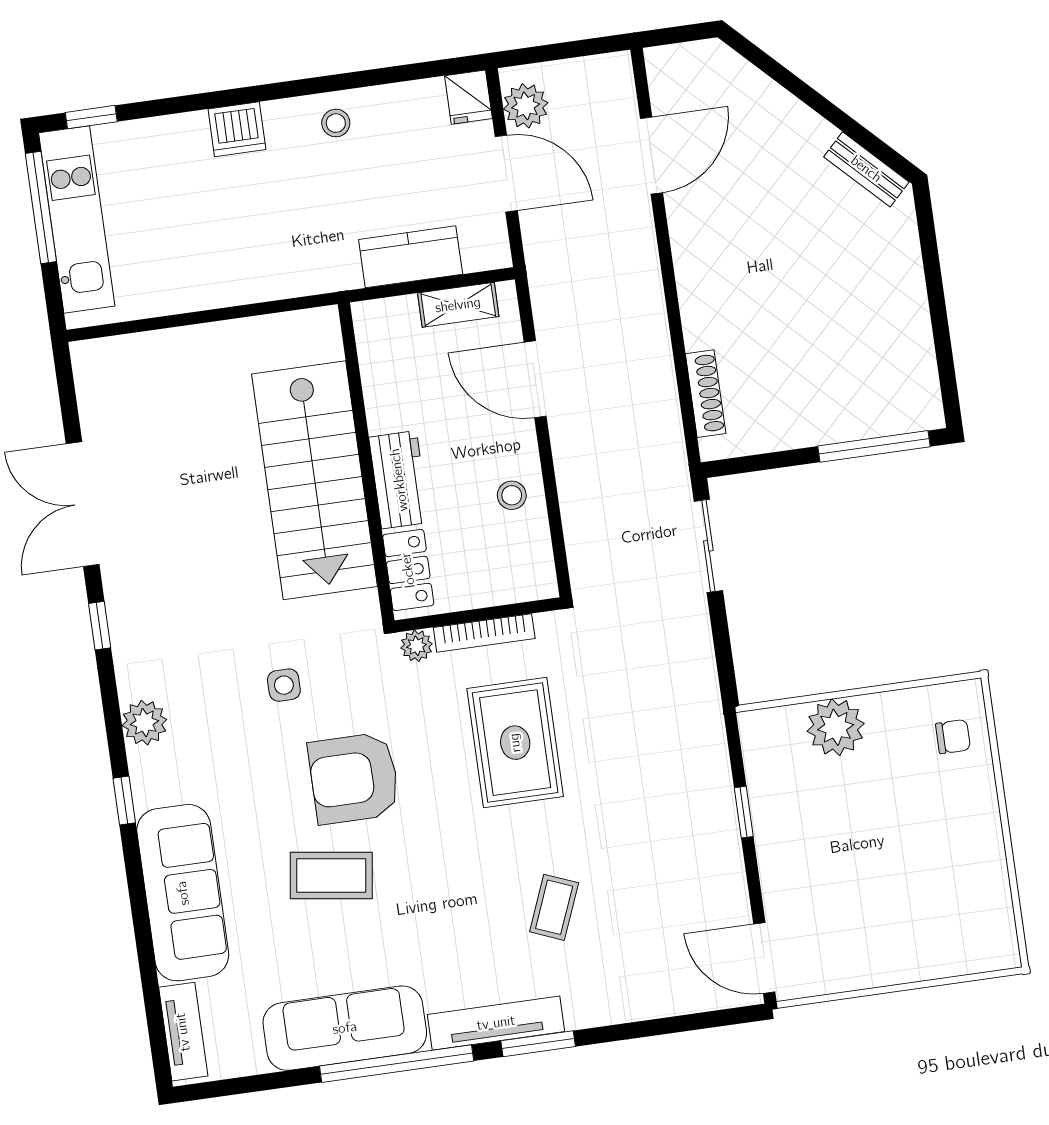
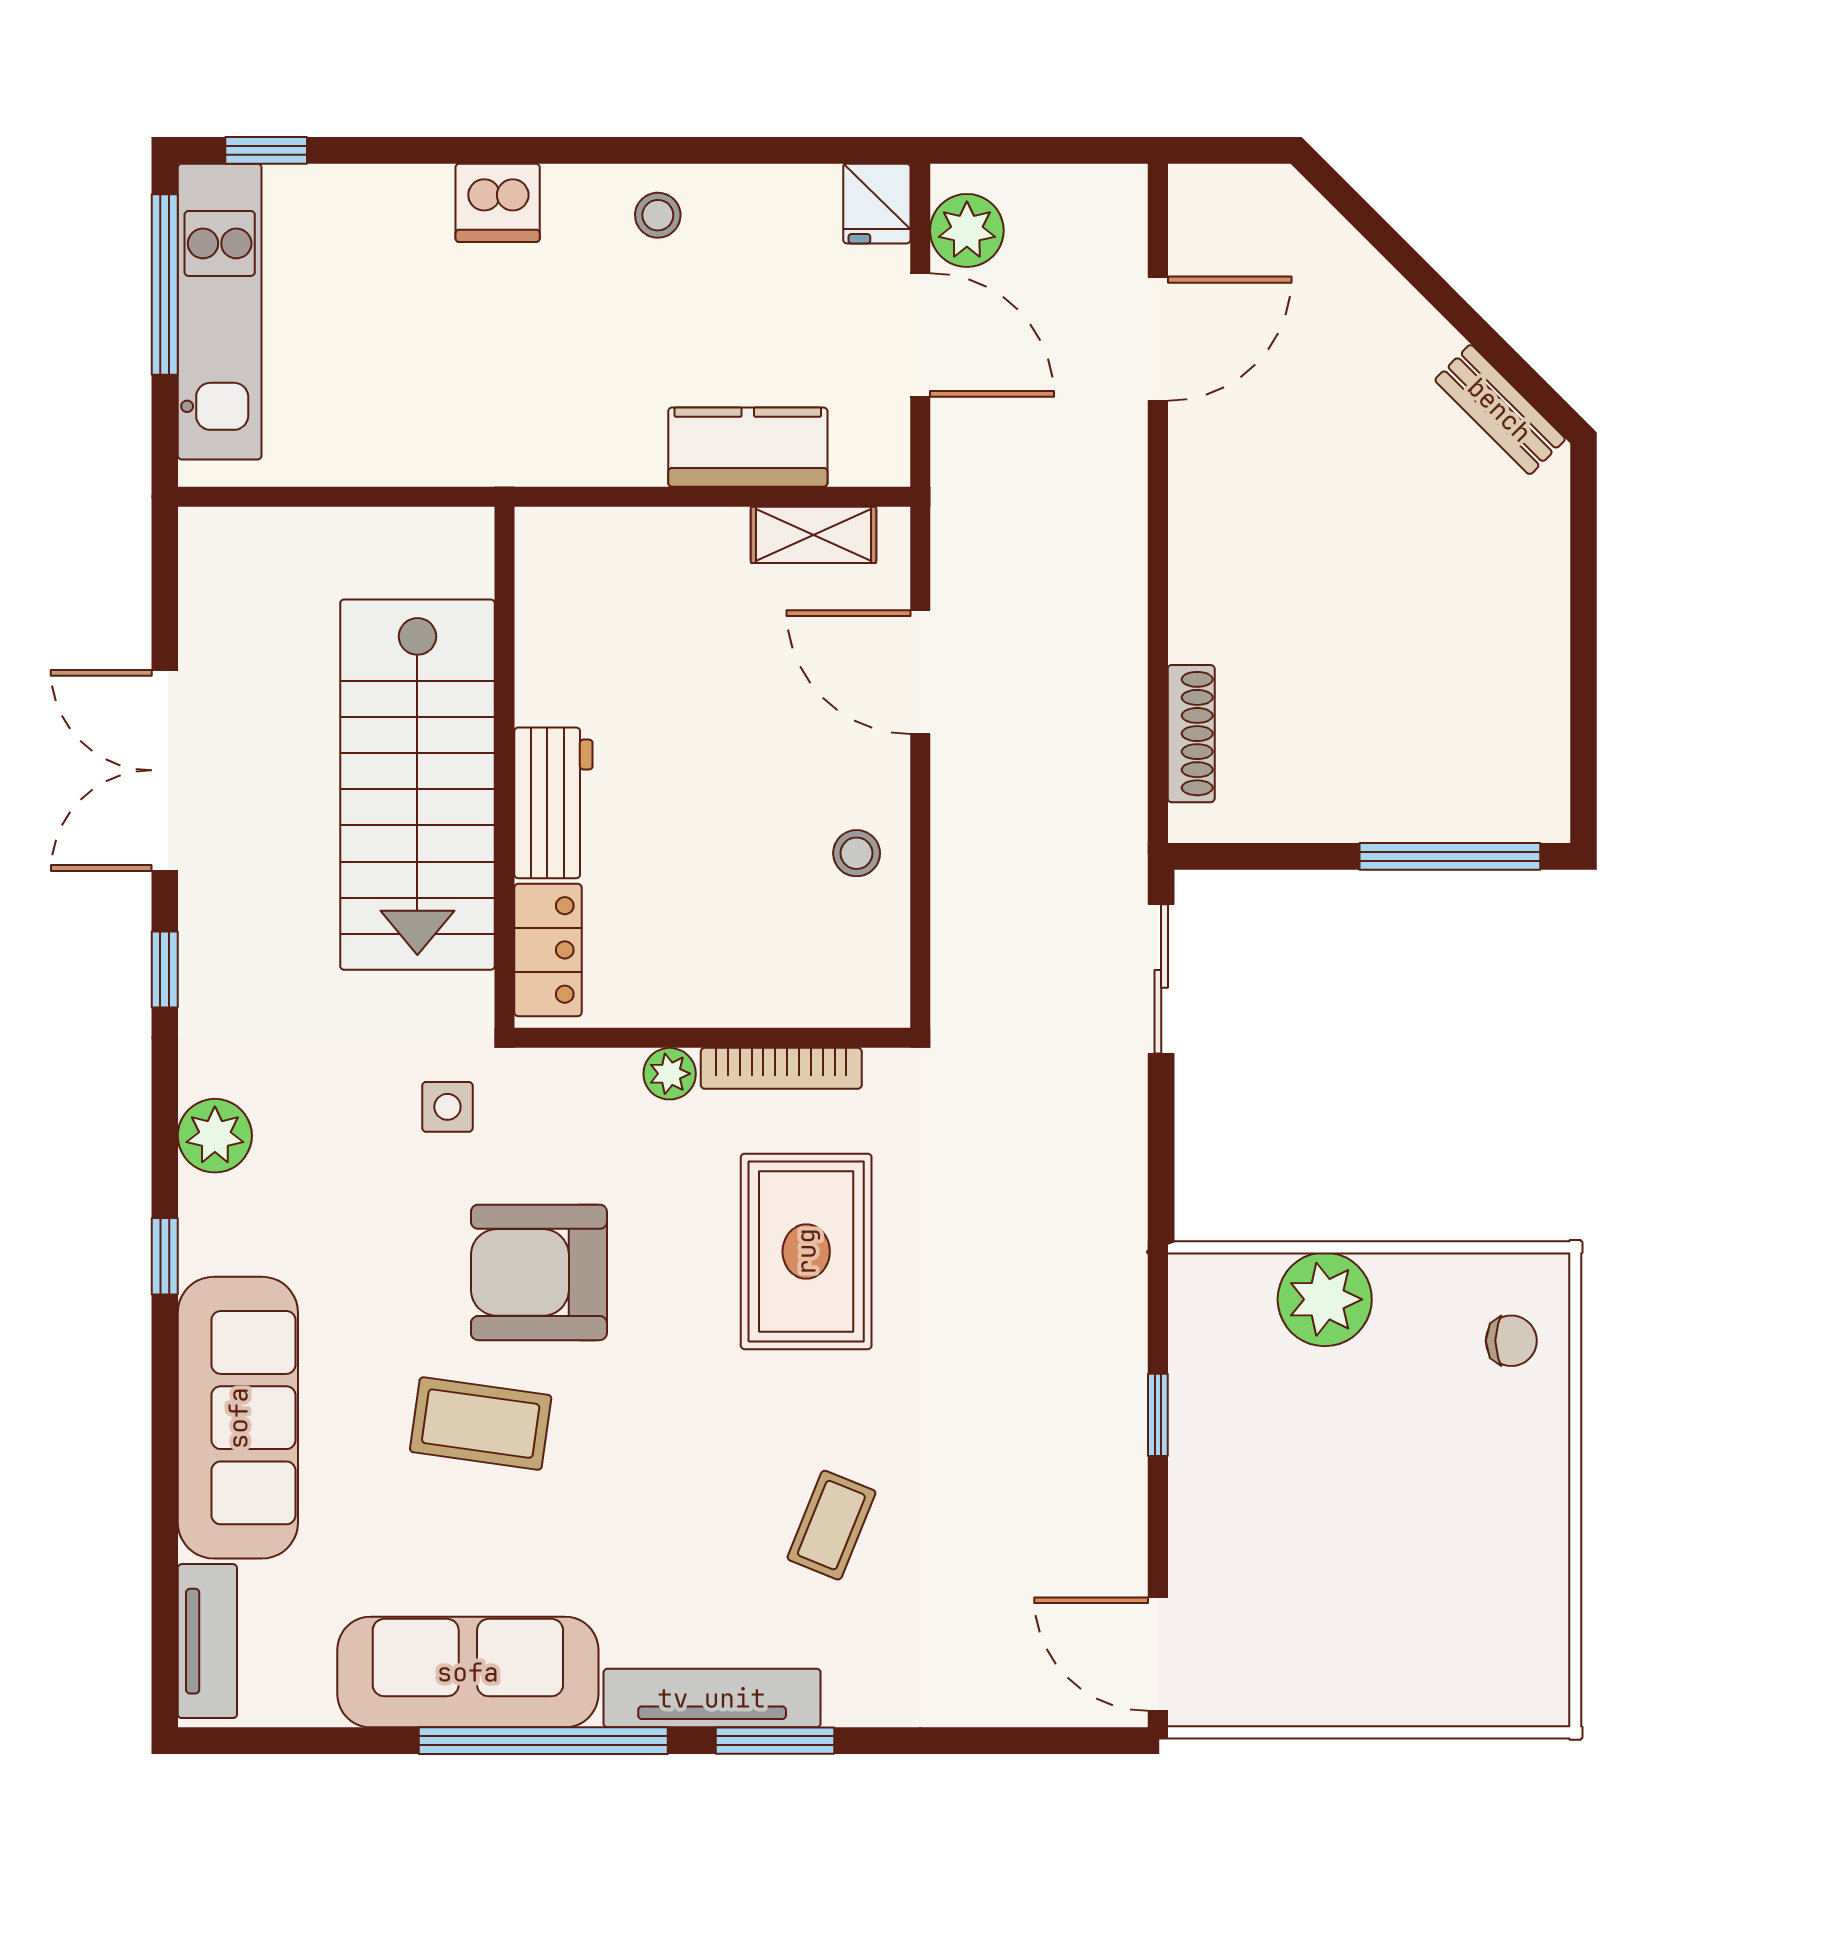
wall: (366, 462) -> (505, 767), moved
stairs: (314, 480) -> (417, 785), moved
workbench: (399, 480) -> (553, 803), moved
locker: (408, 570) -> (548, 950), moved

